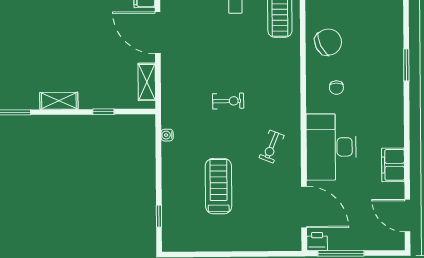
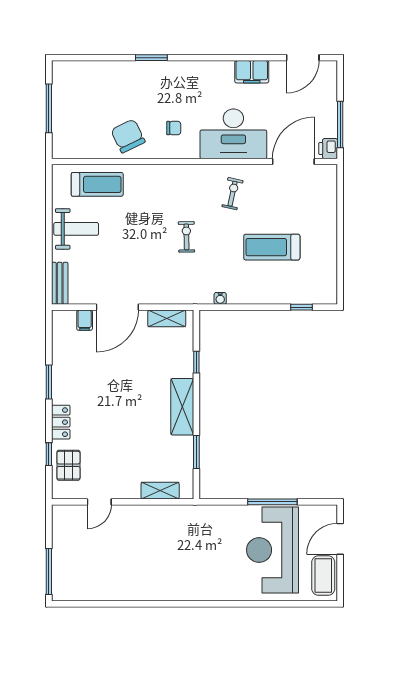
shelving: (59, 101) -> (182, 407), width x1.50, depth x1.33
exercise bike: (272, 147) -> (232, 194), turned -100

